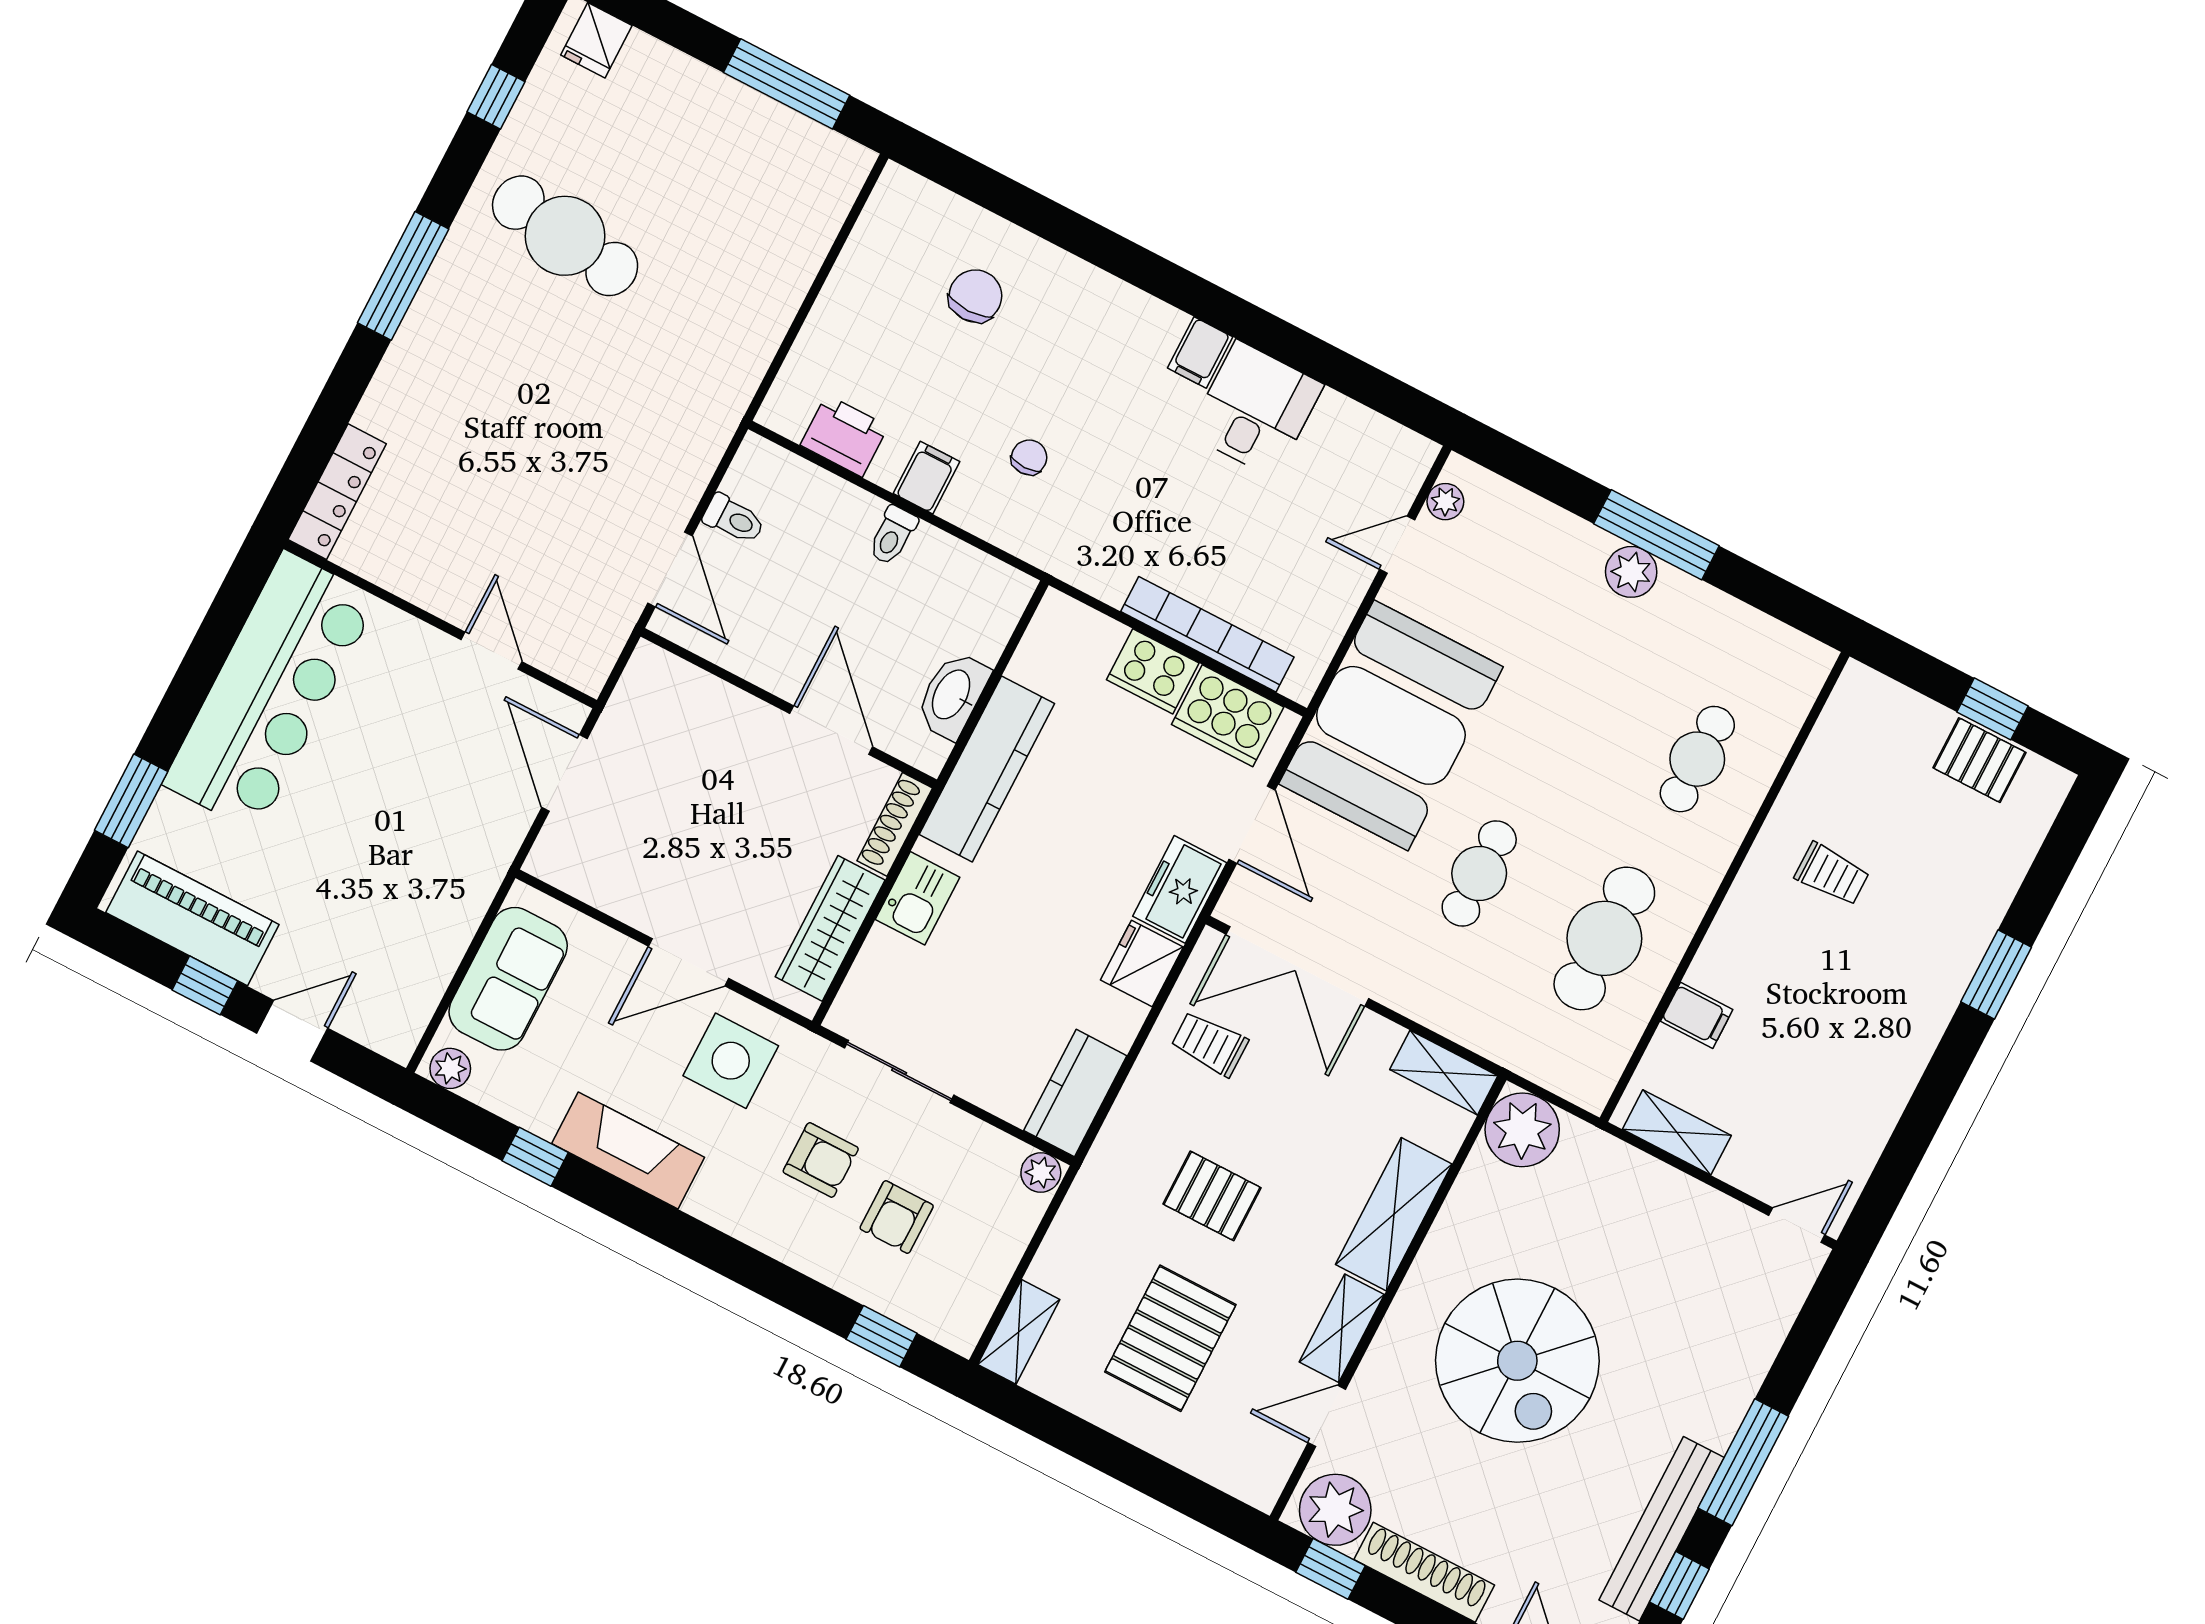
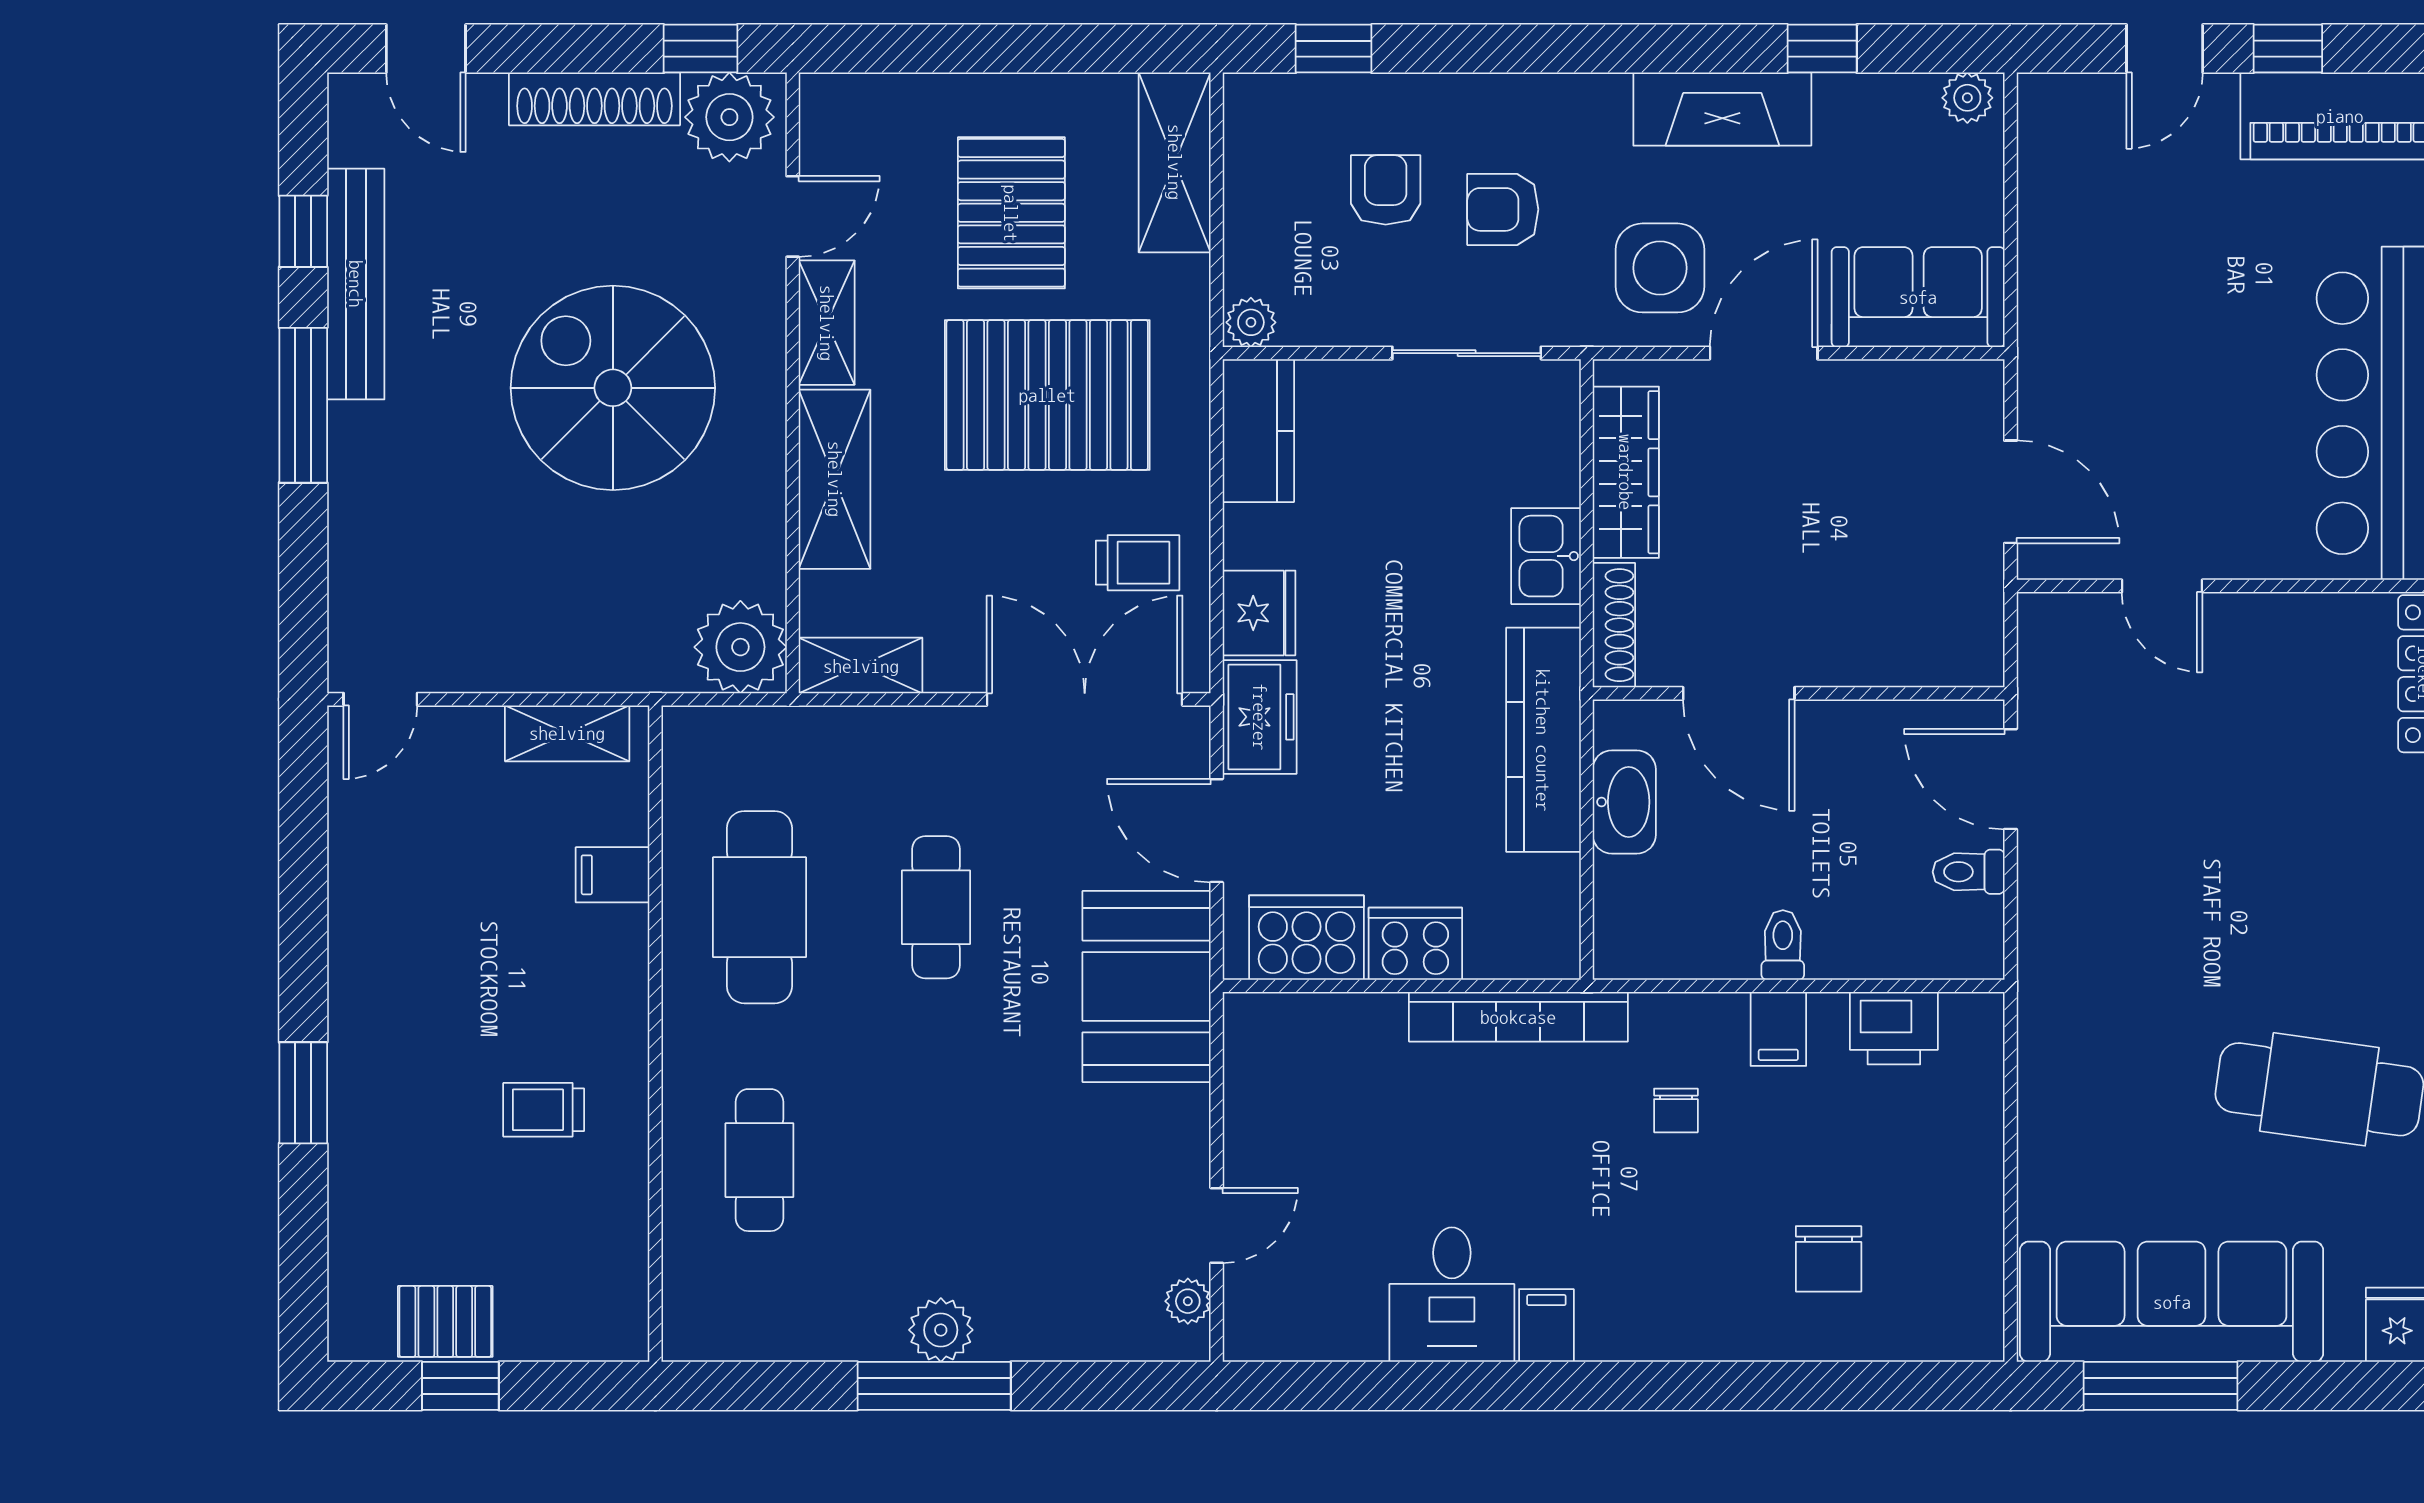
sofa: (748, 140) -> (2172, 1302), added
bookcase: (1207, 634) -> (1518, 1017), moved
booth: (1391, 725) -> (1147, 986), width x0.73, depth x0.70
sofa: (508, 979) -> (1918, 297), moved, turned 90
pallet: (1212, 1196) -> (1047, 395), width x2.05, depth x2.00
shelving: (1019, 1332) -> (1175, 162), width x1.50, depth x1.33

